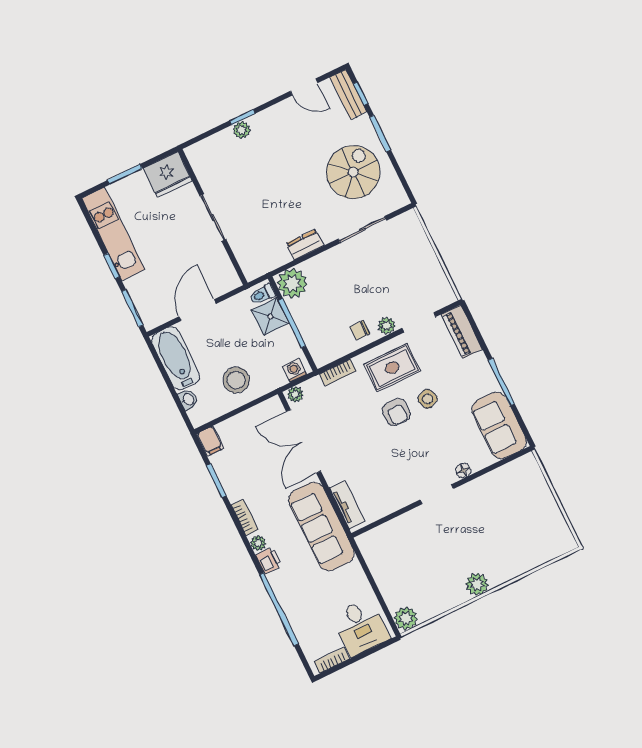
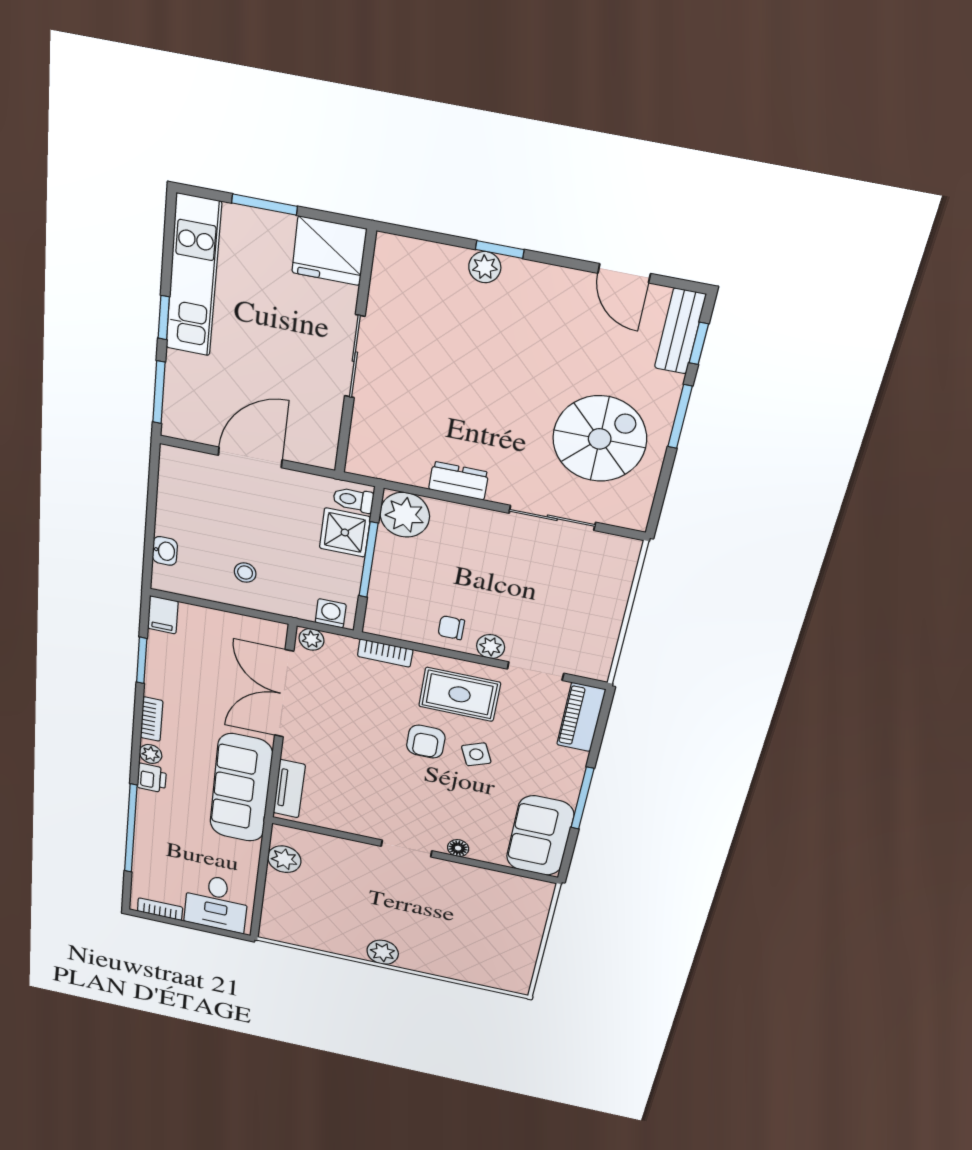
bathtub: (176, 358) -> (180, 493), removed
stool: (236, 380) -> (245, 573), width x0.53, depth x0.53
plant: (406, 618) -> (284, 859), moved

